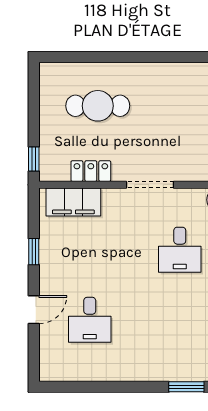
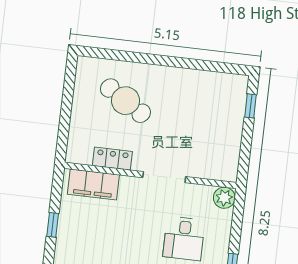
cafe table: (98, 106) -> (125, 101), turned 32
window: (34, 159) -> (62, 142), removed

